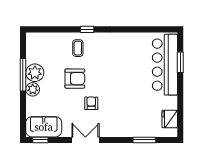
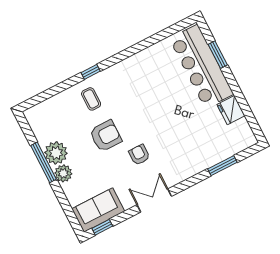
fridge: (170, 119) -> (231, 110), moved

